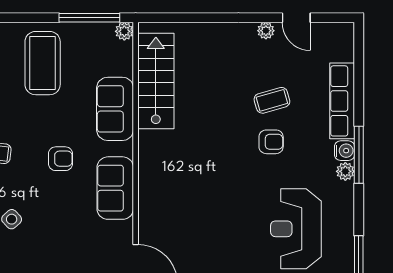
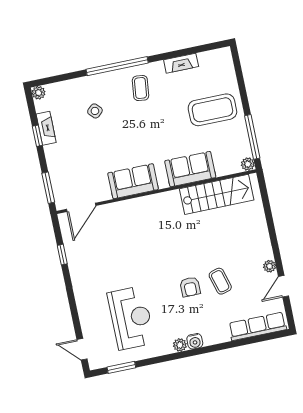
row of seats: (342, 101) -> (257, 326), moved
window: (359, 155) -> (194, 352), removed
armchair: (60, 159) -> (146, 137), removed
reception desk: (296, 229) -> (131, 318), turned 90

